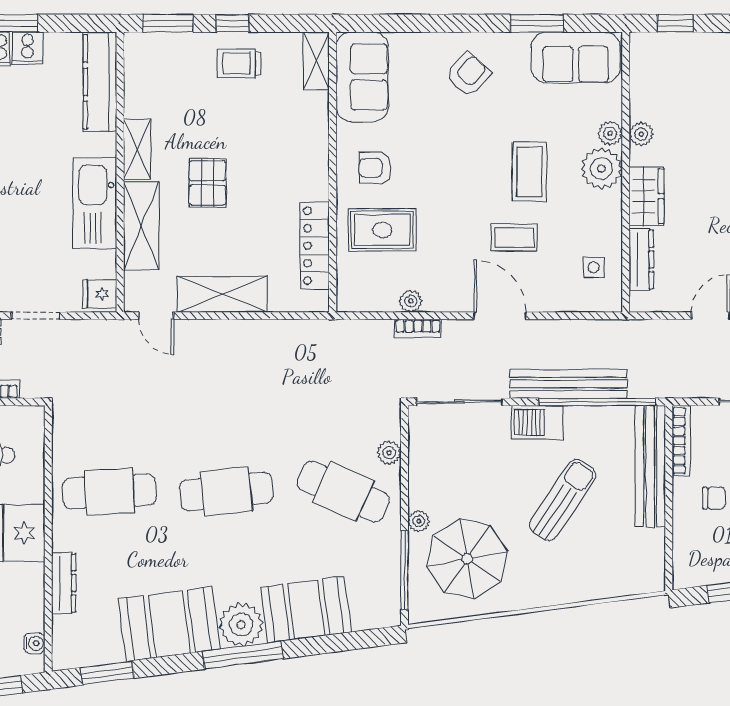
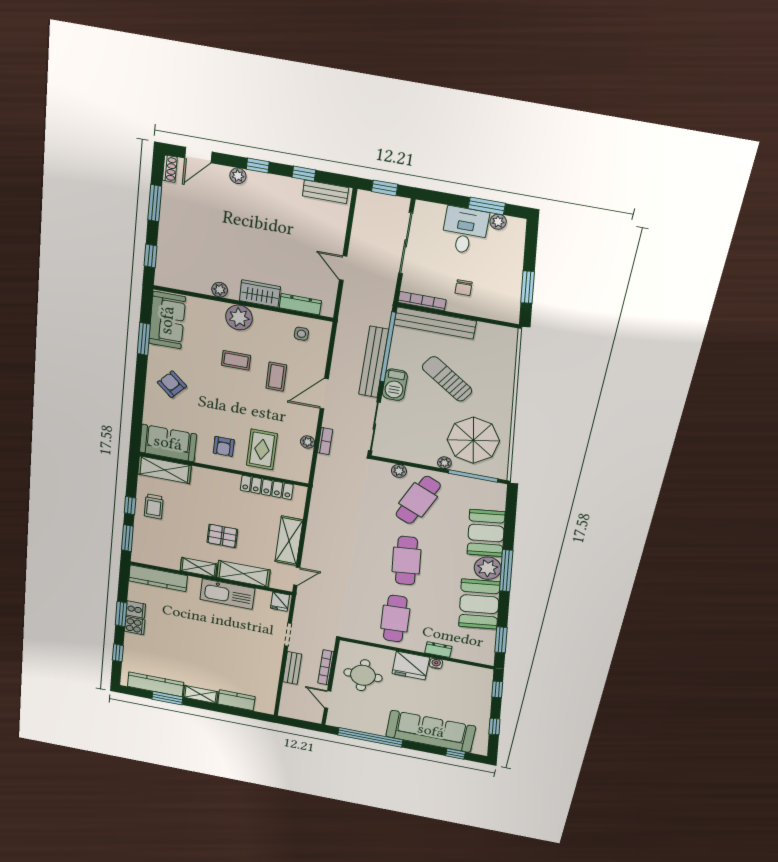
shelving: (316, 61) -> (164, 470), width x1.50, depth x1.33
plant: (610, 133) -> (217, 308), removed
coffee table: (529, 172) -> (236, 360), width x0.73, depth x0.77
chair: (714, 498) -> (464, 288), turned 180
dresser: (64, 583) -> (438, 650), width x0.70
water cooler: (34, 643) -> (436, 663), moved

